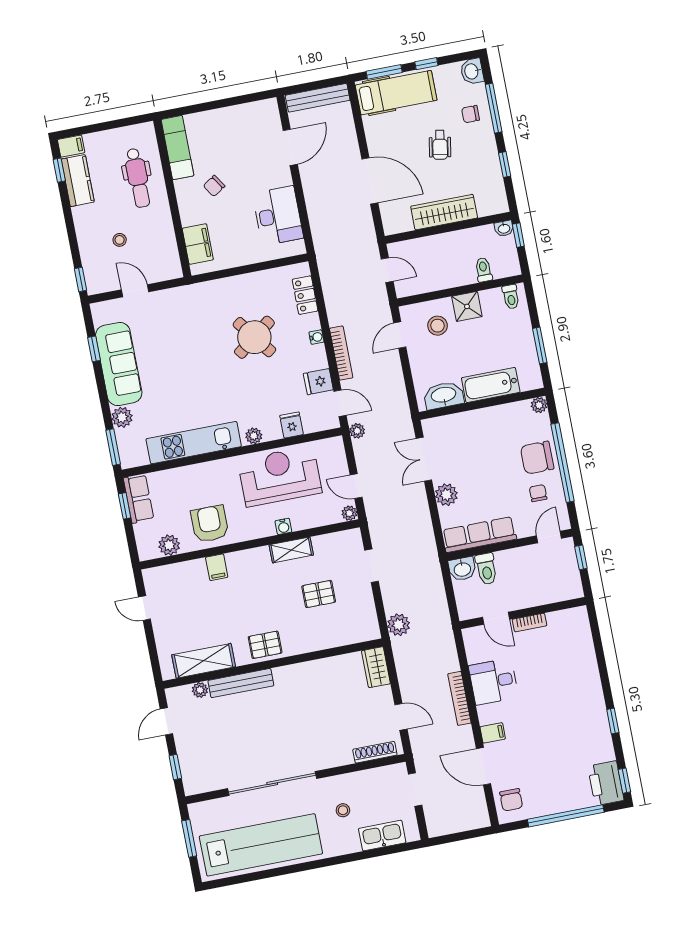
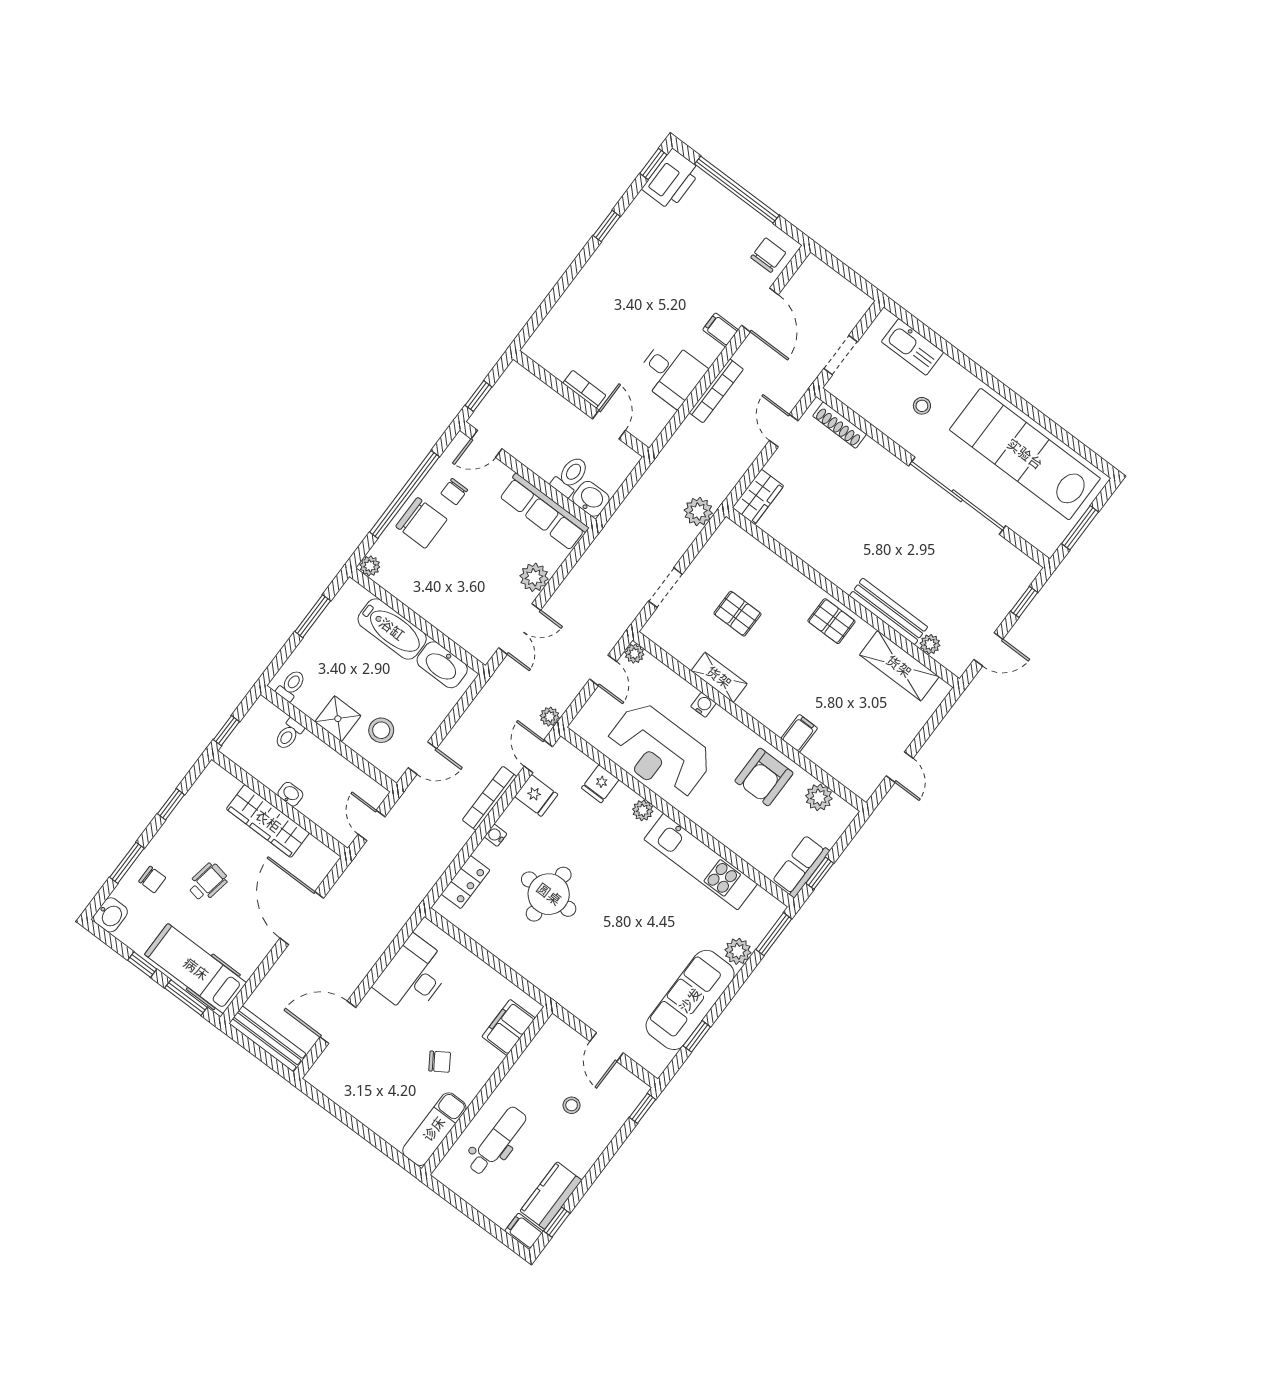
window: (494, 108) -> (127, 863), width x0.69
washbasin: (504, 228) -> (290, 794), moved
round table: (254, 337) -> (549, 894), turned 37

